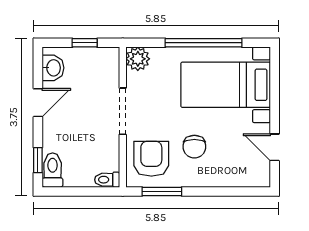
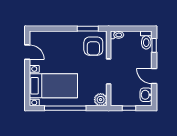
door: (38, 103) -> (154, 76), hinge flipped
chair: (194, 147) -> (70, 53), removed

